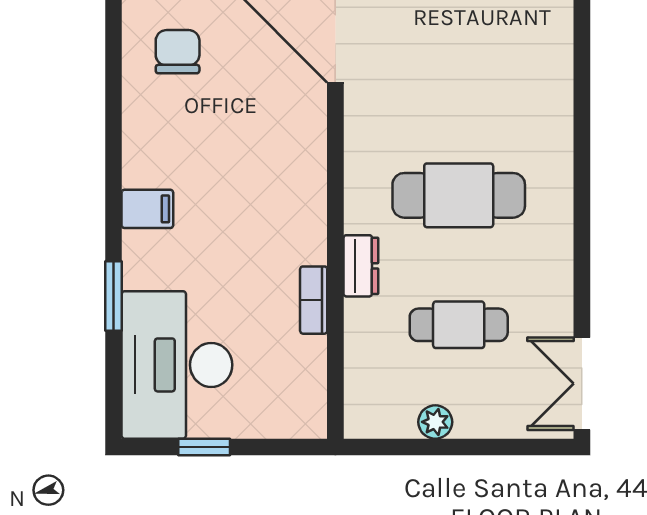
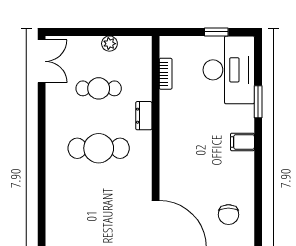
bookcase: (314, 300) -> (166, 74), moved

